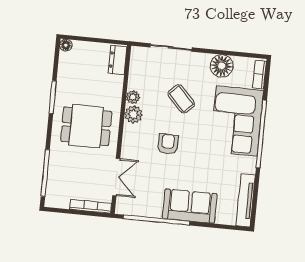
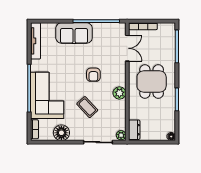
plant: (133, 97) -> (121, 135), moved
dining table: (86, 126) -> (152, 82), turned 90
double door: (116, 177) -> (127, 48), swing flipped

